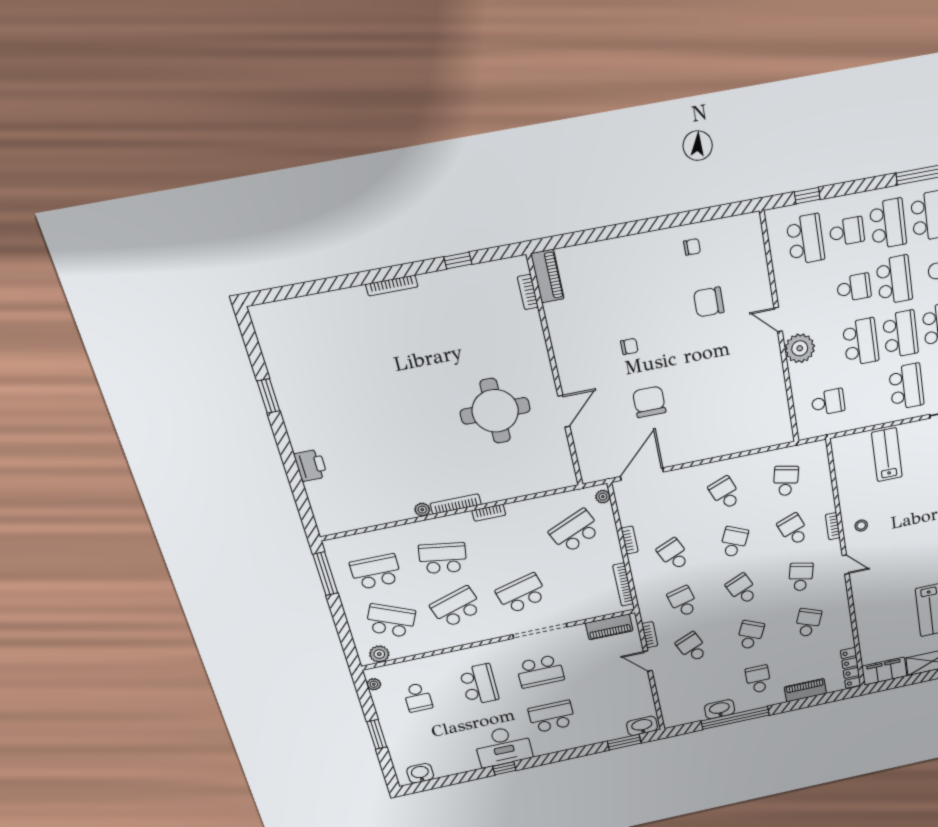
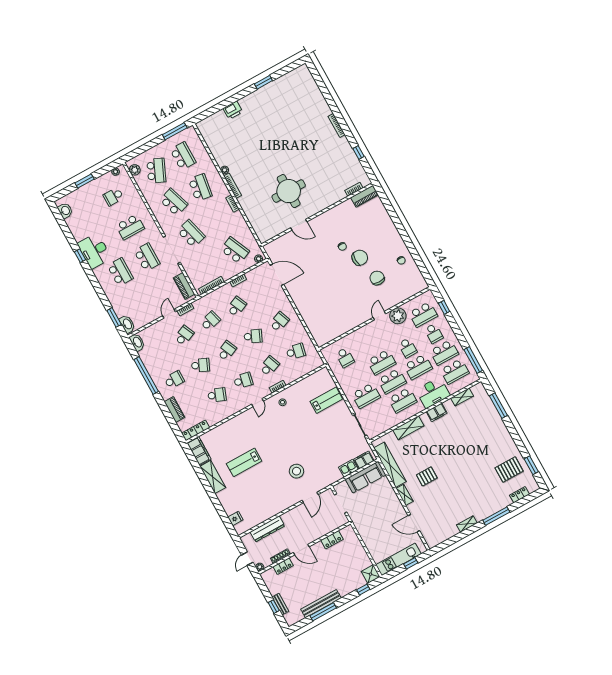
plant: (800, 348) -> (398, 316), moved
chair: (649, 402) -> (360, 258), moved
school desk: (540, 671) -> (147, 257), turned 180
washbasin: (720, 709) -> (137, 342), moved

